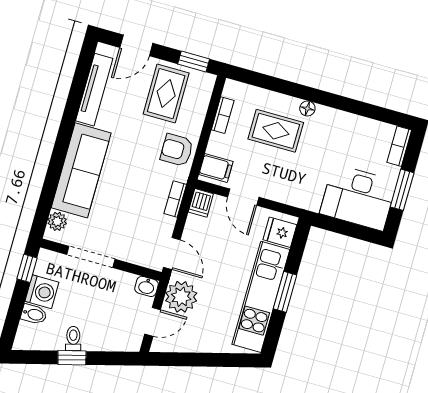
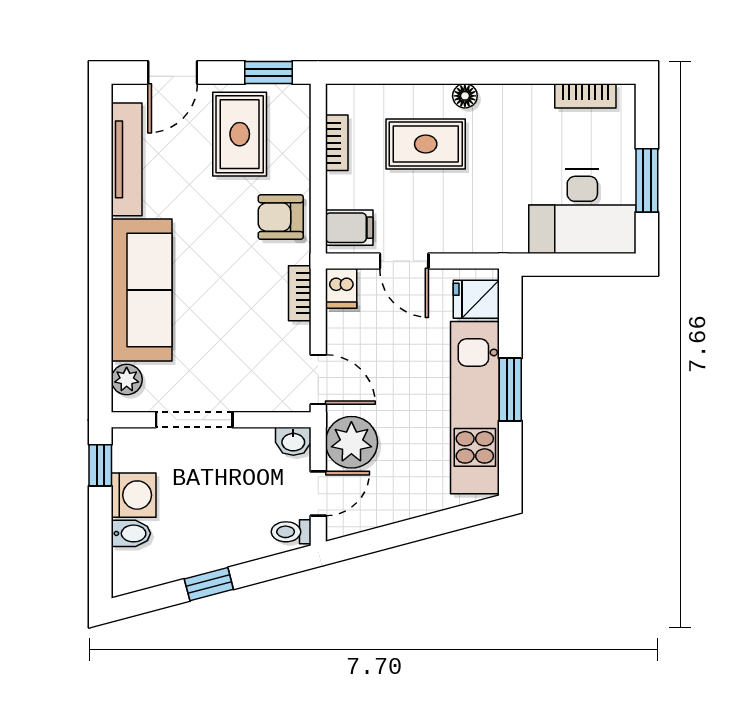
bookcase: (399, 146) -> (585, 96), moved, turned -90
toilet: (73, 339) -> (291, 532), moved, turned -75

